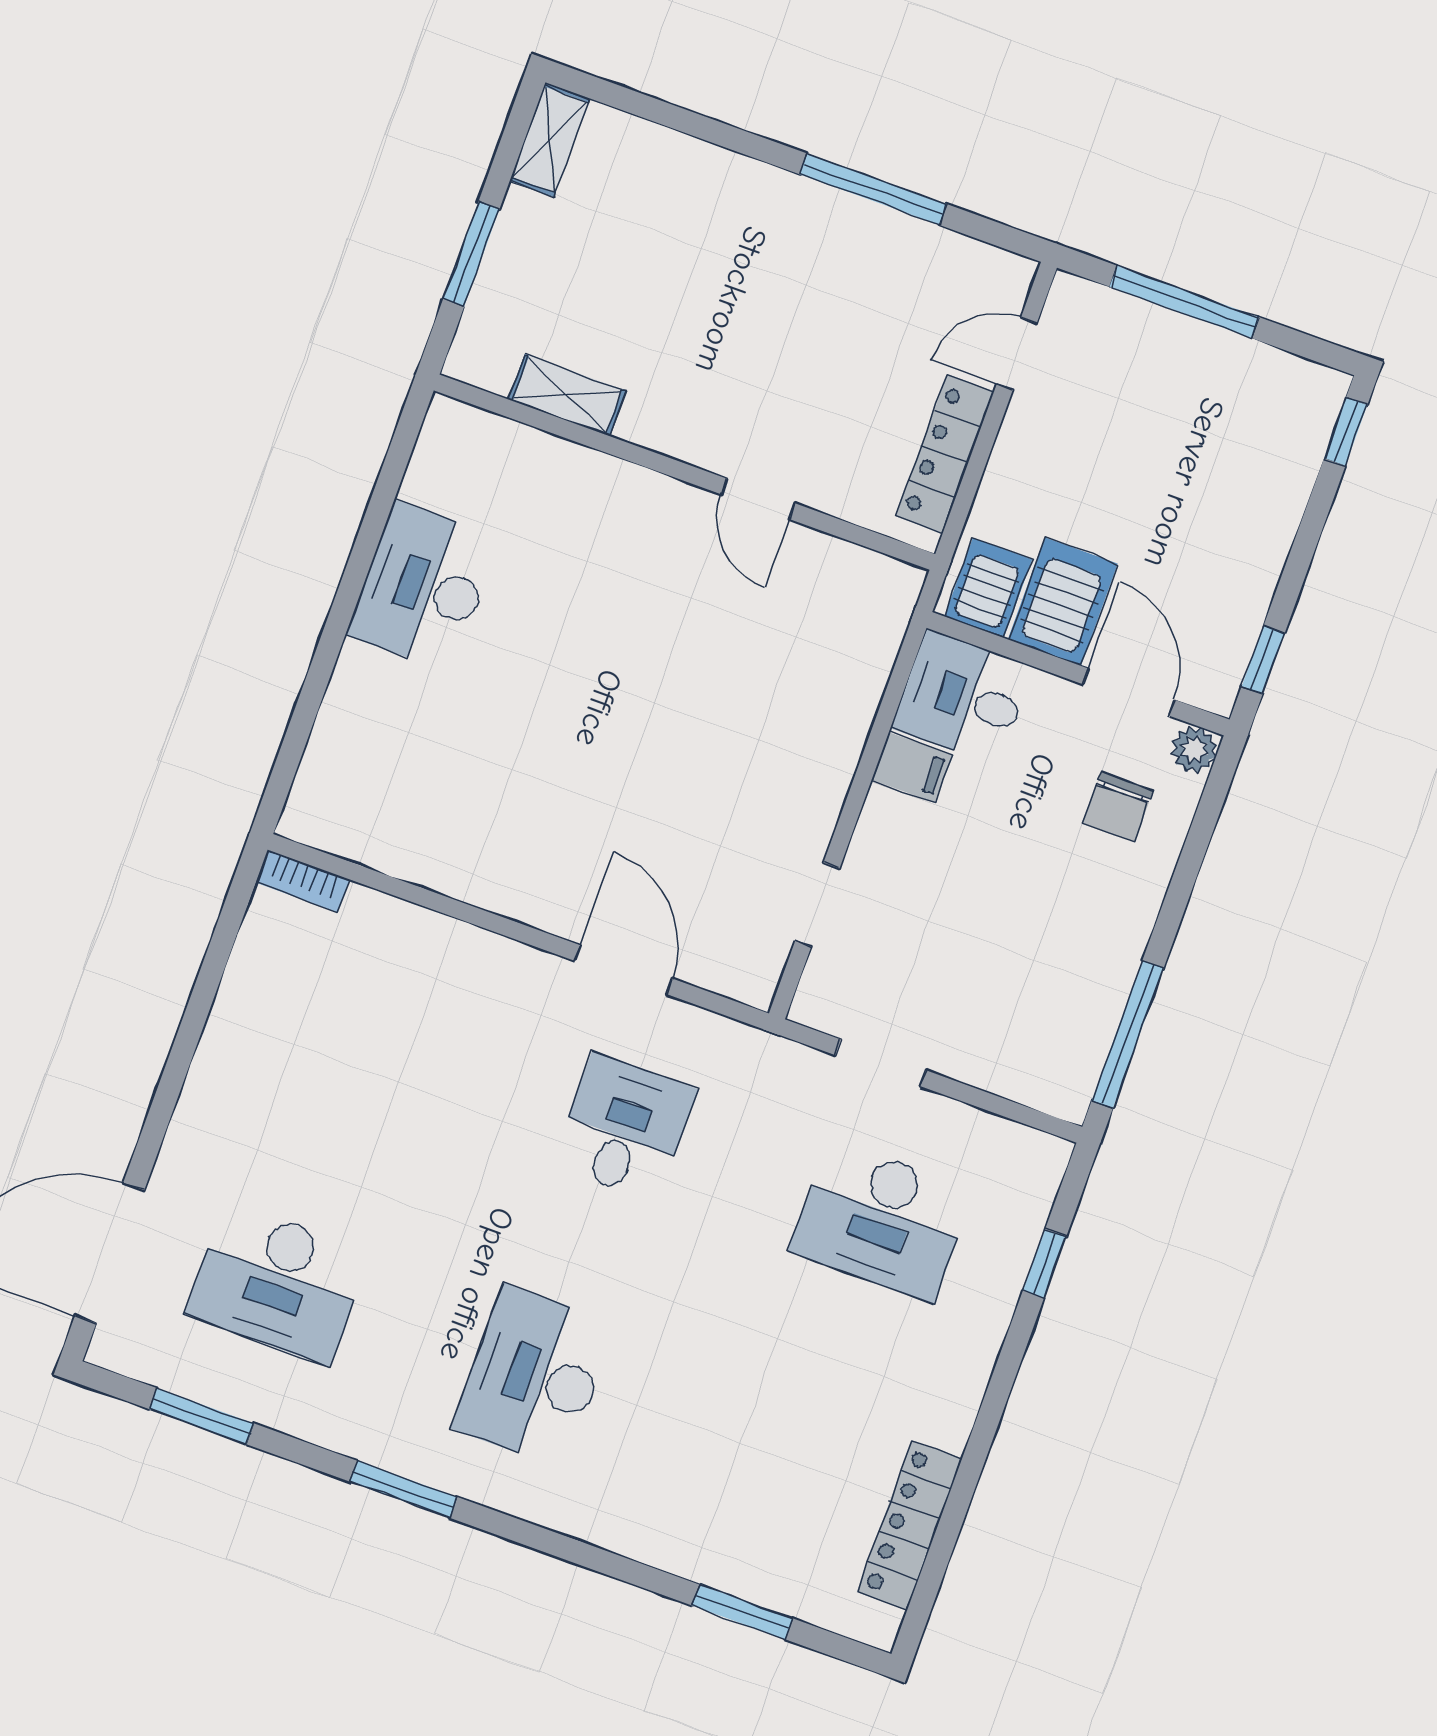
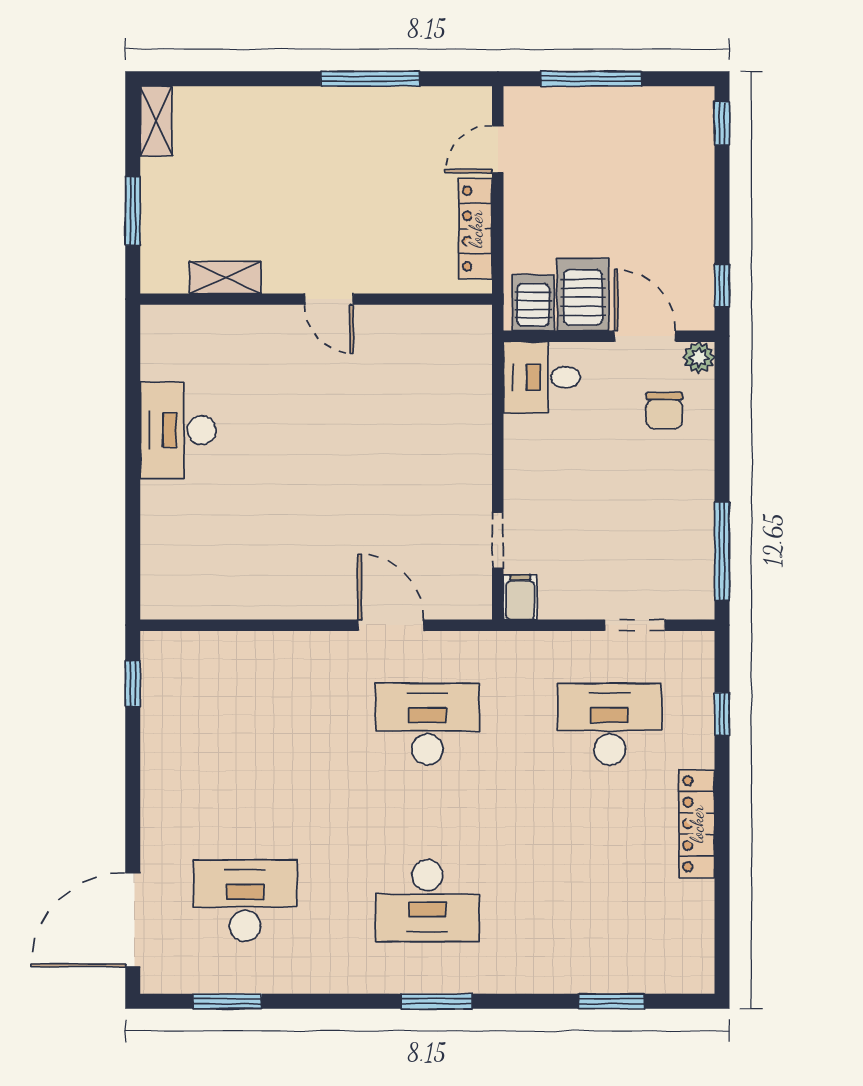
door: (758, 499) -> (329, 299), moved
filing cabinet: (912, 767) -> (520, 597), moved, turned -90
bookcase: (303, 881) -> (169, 642), removed
window: (230, 920) -> (133, 683), added
doorway: (881, 1063) -> (635, 625), moved
desk: (624, 1128) -> (427, 724), width x1.37
desk: (881, 1220) -> (610, 724), turned 180
desk: (278, 1283) -> (245, 901), turned 180
desk: (534, 1376) -> (427, 901), turned -90
window: (403, 1489) -> (437, 1001), moved
locker: (910, 1525) -> (697, 824), moved

